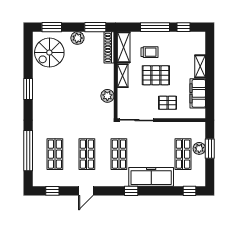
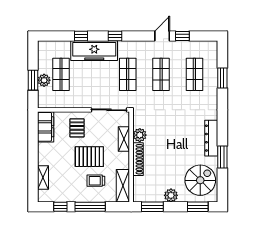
shoe rack: (109, 47) -> (138, 159), moved
shelving: (200, 66) -> (43, 177), moved
shelving: (123, 76) -> (124, 139), moved
window: (28, 89) -> (222, 157), moved
dresser: (39, 93) -> (211, 138), added
filing cabinet: (198, 93) -> (46, 127), moved
pallet: (168, 103) -> (77, 128), turned 90
window: (28, 151) -> (222, 78), width x0.47
window: (52, 191) -> (182, 36), moved
window: (189, 191) -> (81, 36), moved

